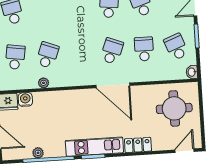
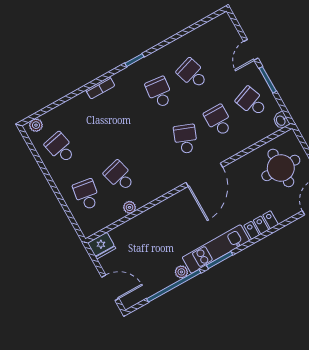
school desk: (47, 55) -> (120, 176), turned -36
door: (113, 85) -> (204, 175), hinge flipped
water cooler: (25, 99) -> (119, 234), removed
plant: (38, 153) -> (181, 272), moved

